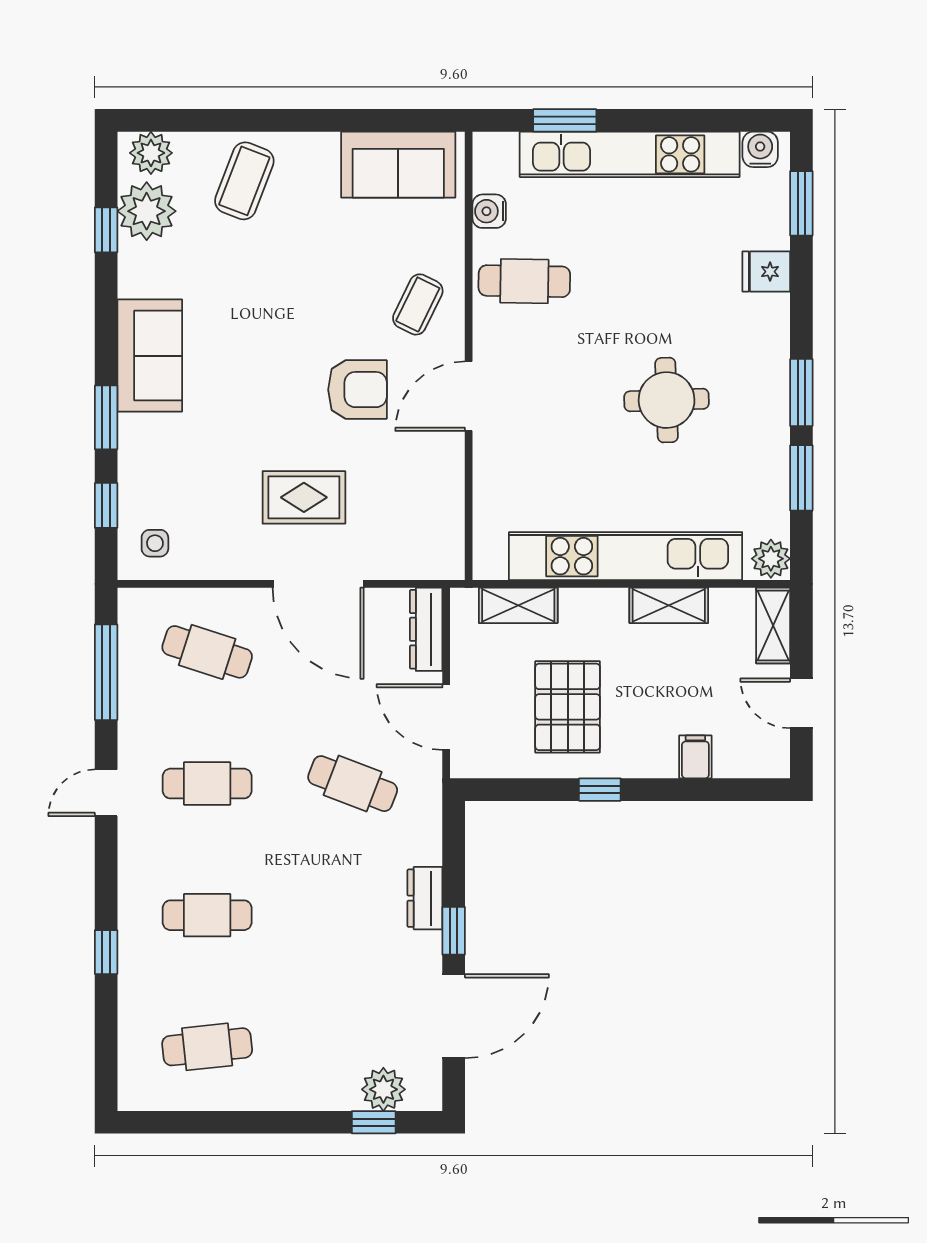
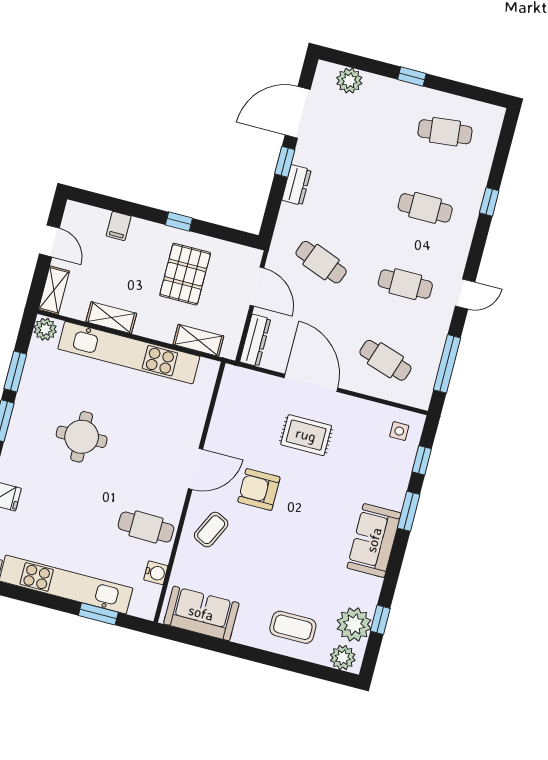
coffee table: (244, 181) -> (293, 627), turned 69
window: (374, 1122) -> (412, 76), moved

